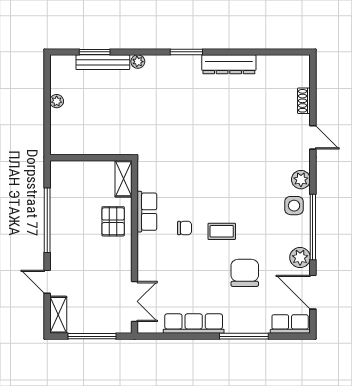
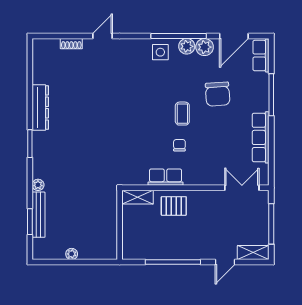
plant: (301, 180) -> (187, 46), moved
chair: (245, 273) -> (218, 94), turned -94

